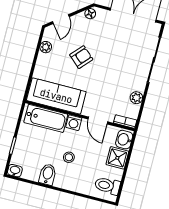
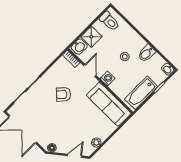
armchair: (81, 57) -> (63, 94), moved
plant: (136, 98) -> (54, 71), removed
bathtub: (46, 118) -> (141, 93), moved, turned -90

